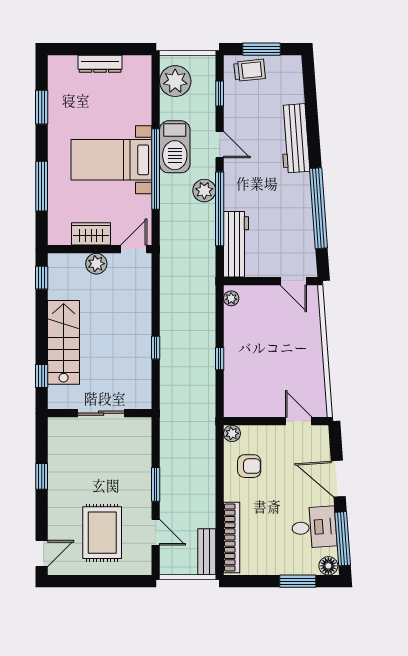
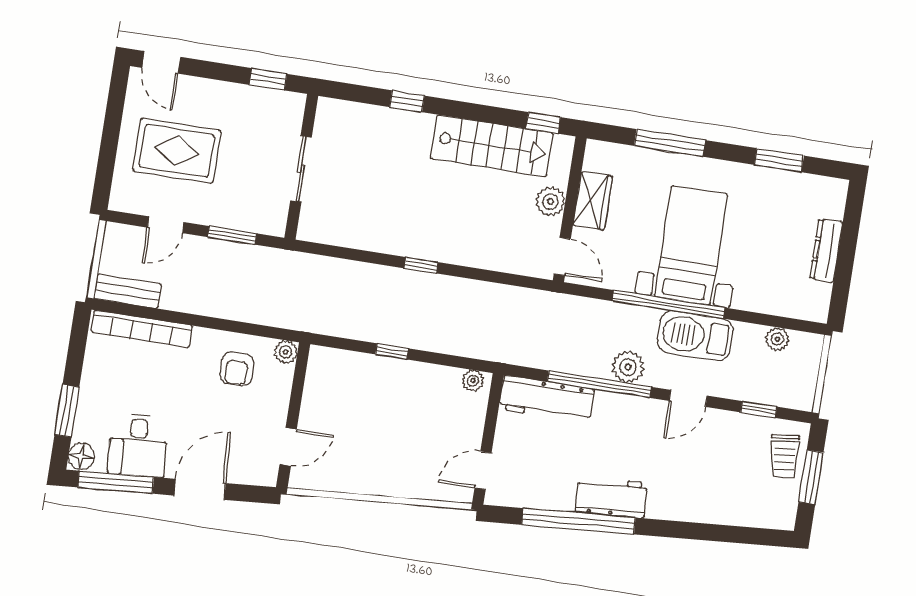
plant: (175, 81) -> (777, 339), width x0.53, depth x0.53
workbench: (295, 138) -> (611, 498), moved, width x0.73
stairs: (64, 342) -> (492, 146), moved
wall: (100, 413) -> (301, 167), moved
sliding door: (101, 413) -> (301, 169), moved

